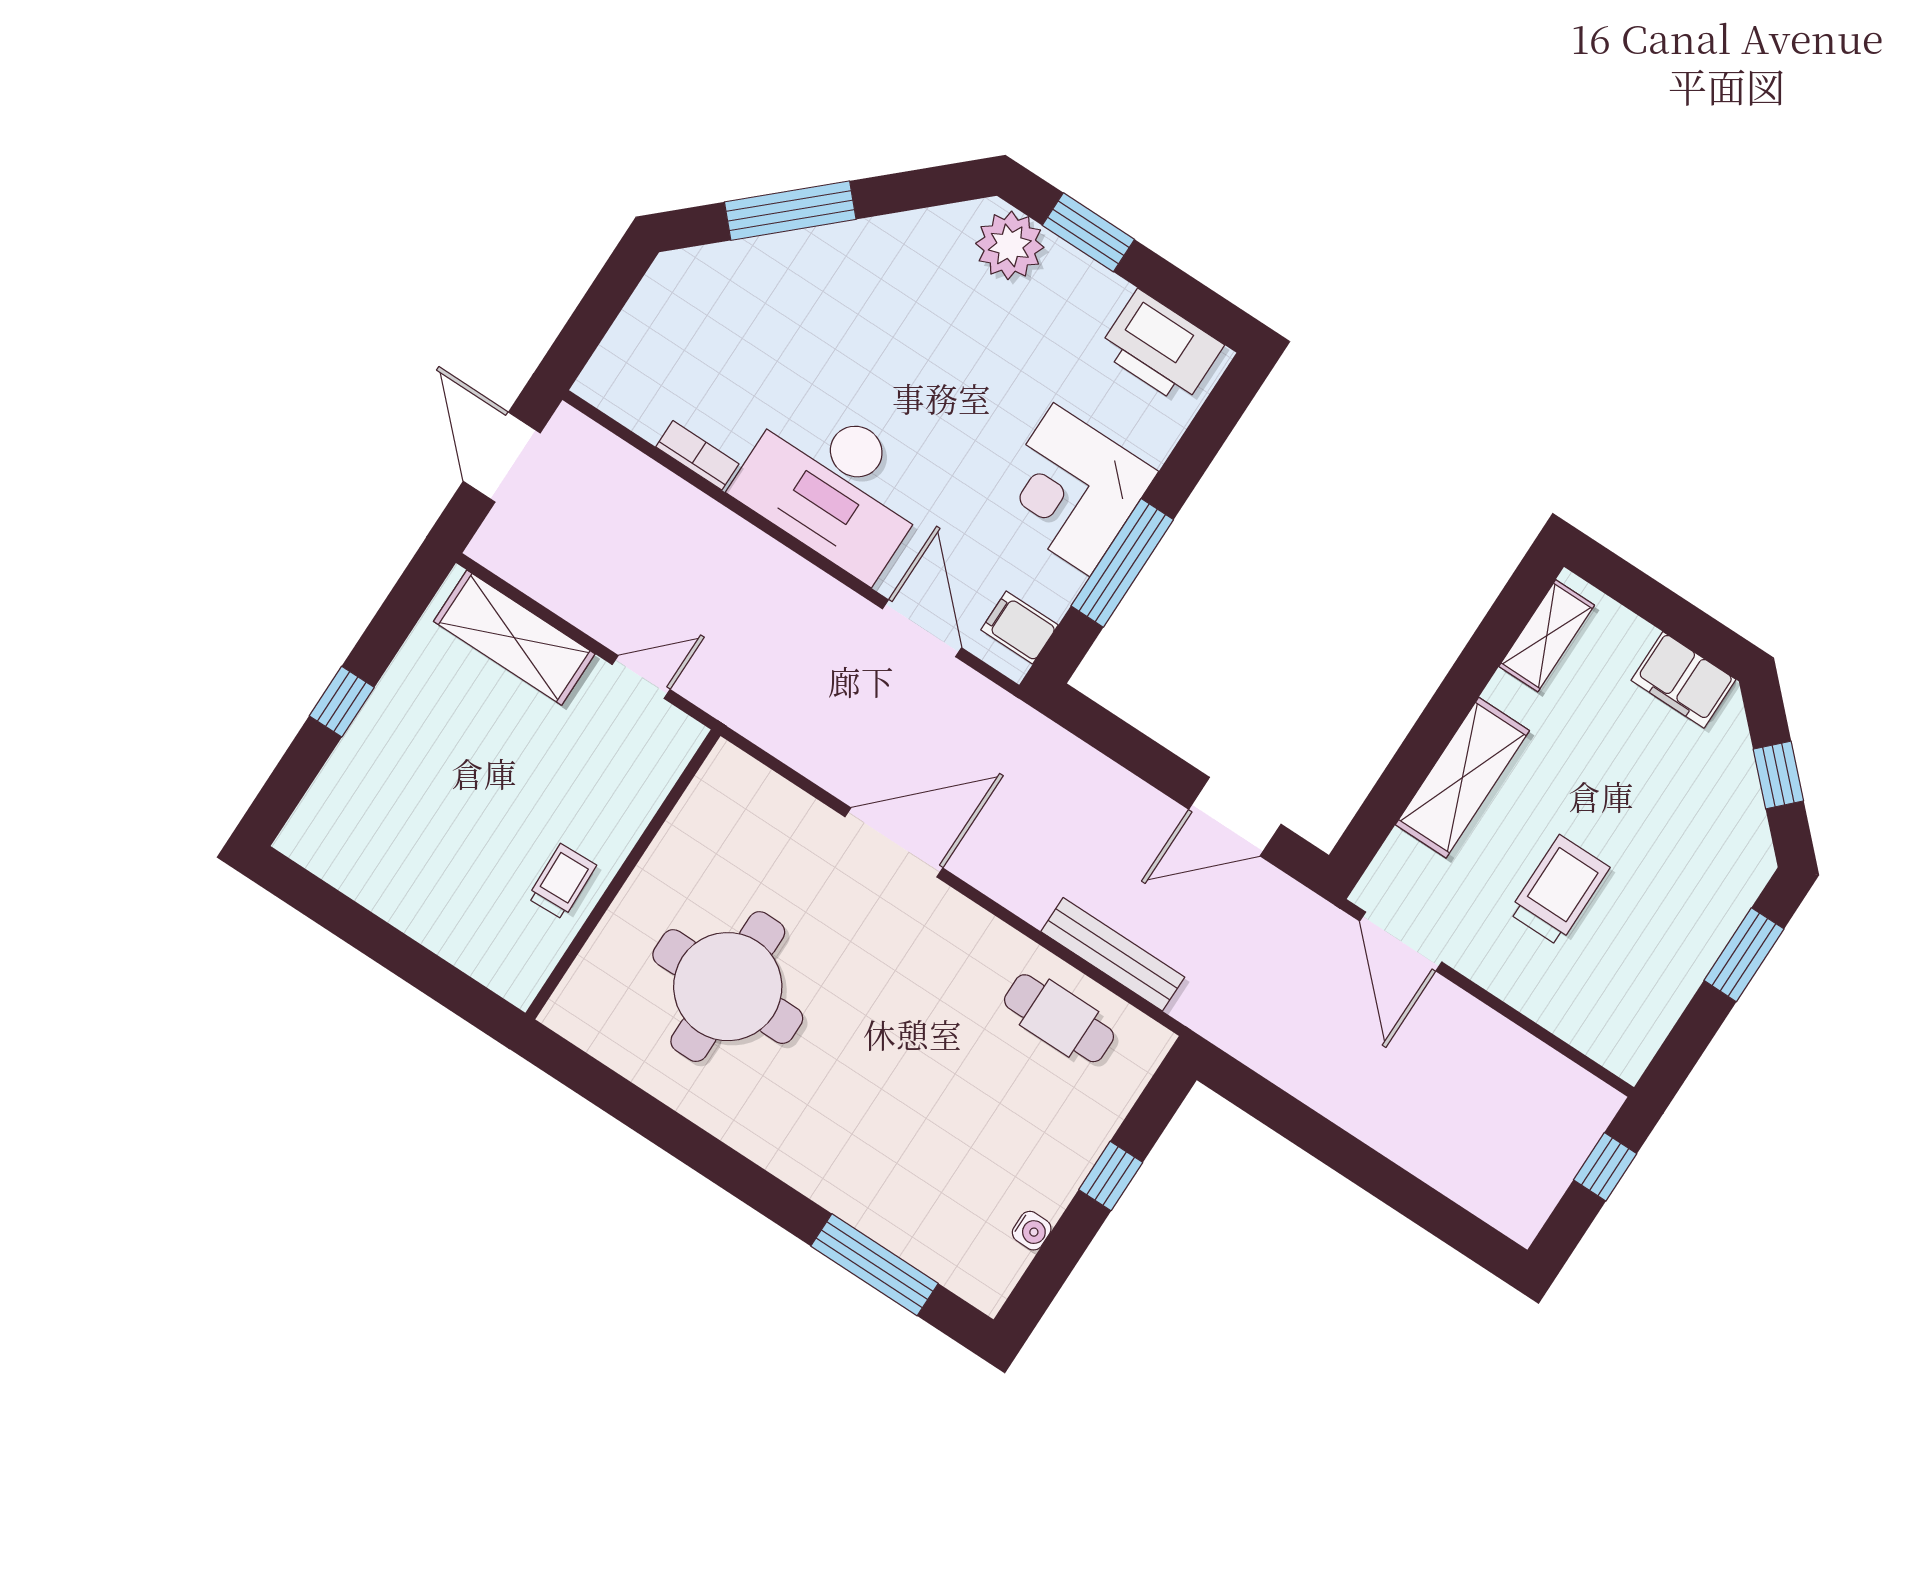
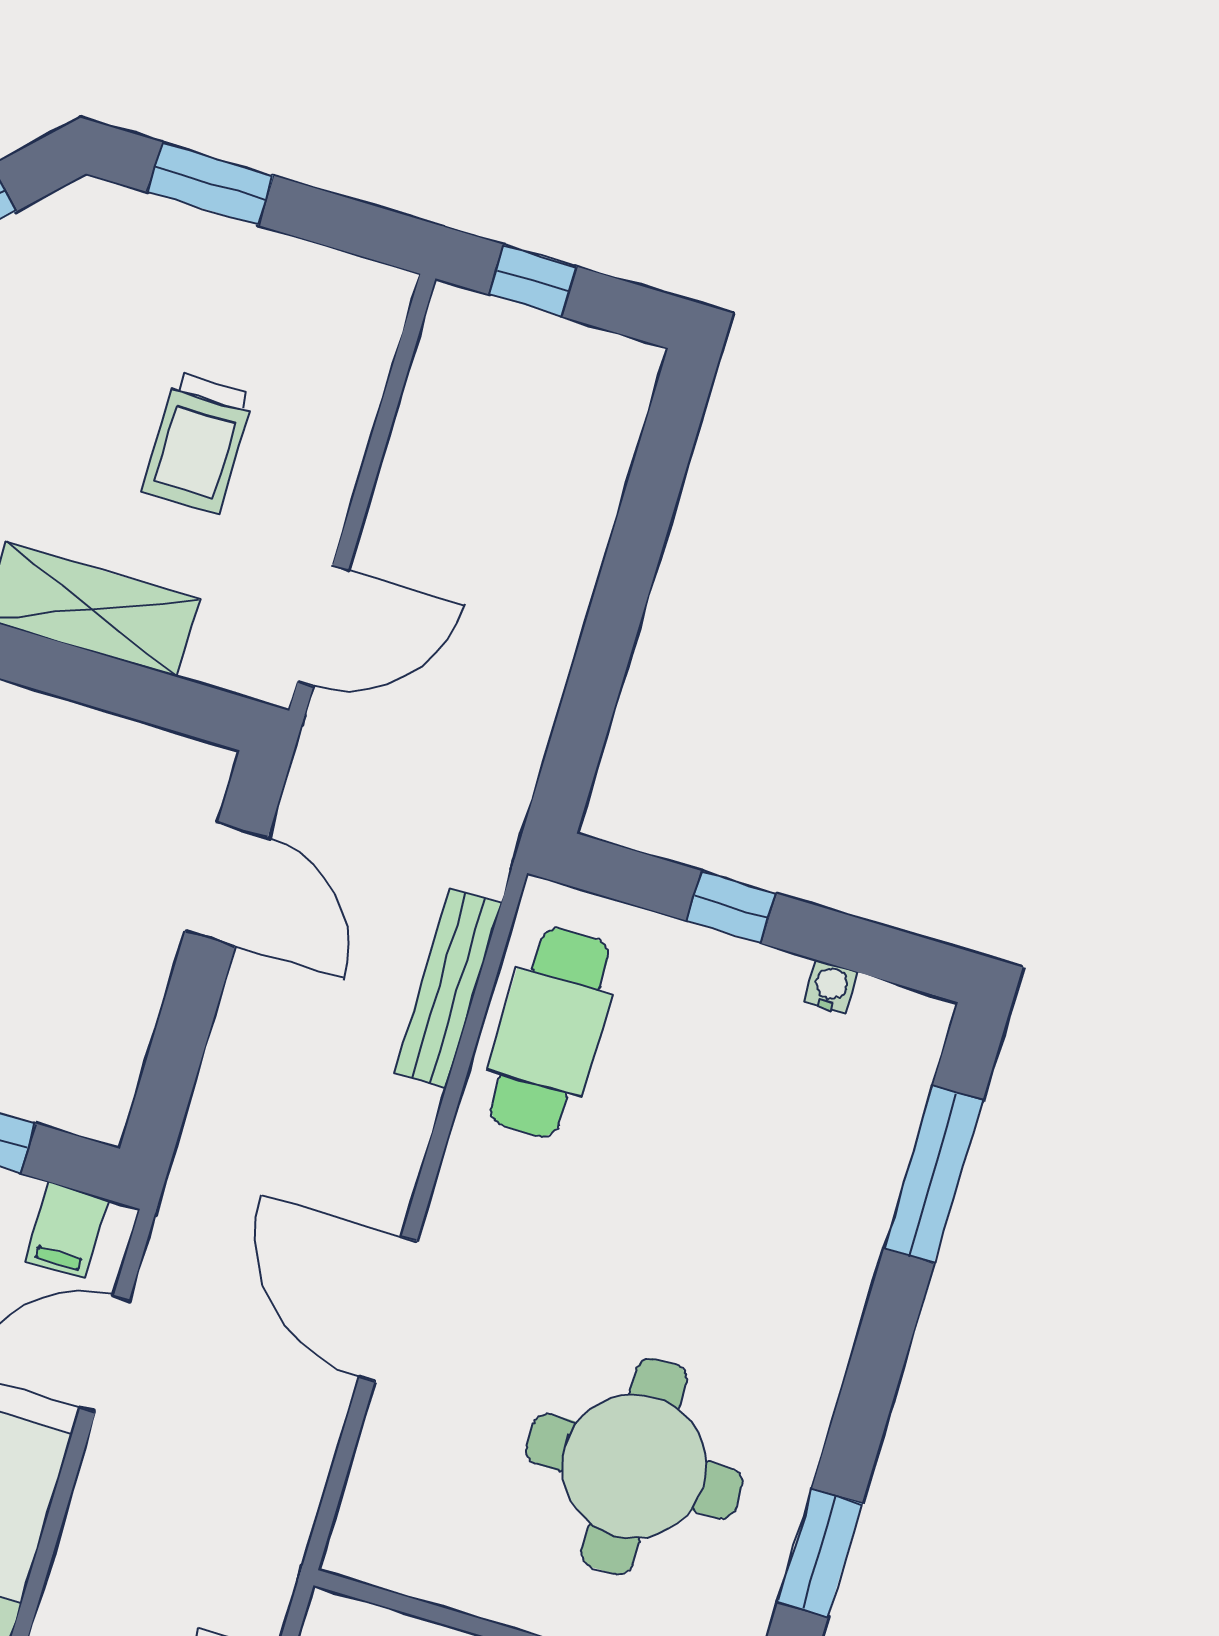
trolley: (1559, 890) -> (198, 443), turned -90
cafe table: (1059, 1018) -> (550, 1032), width x1.37, depth x1.35
window: (626, 1102) -> (820, 1553), added

